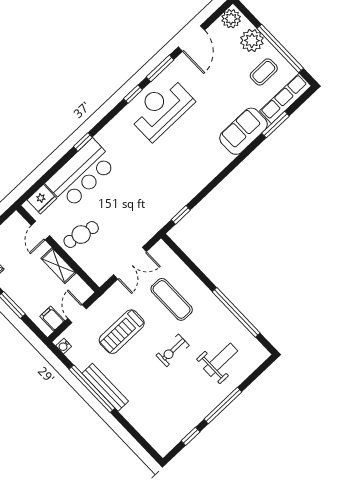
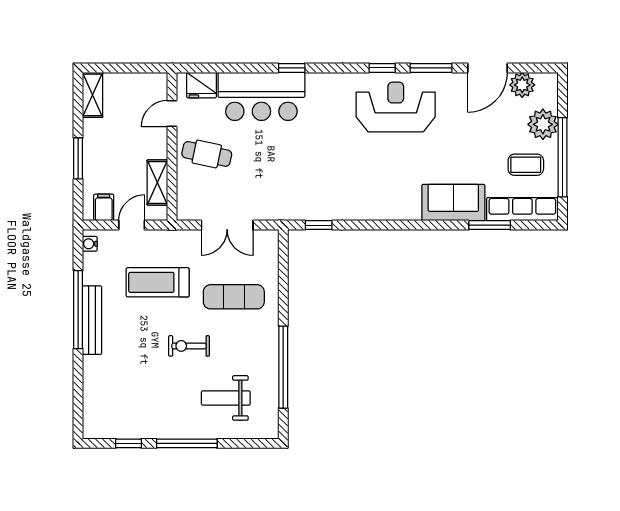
plant: (231, 19) -> (522, 85), moved
shelving: (59, 266) -> (157, 182), moved
exercise mat: (172, 299) -> (234, 297), turned 90
weight bench: (221, 360) -> (226, 398), turned 180

